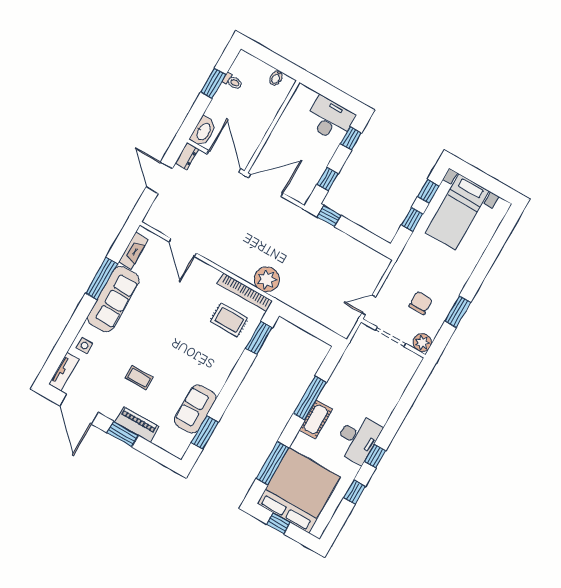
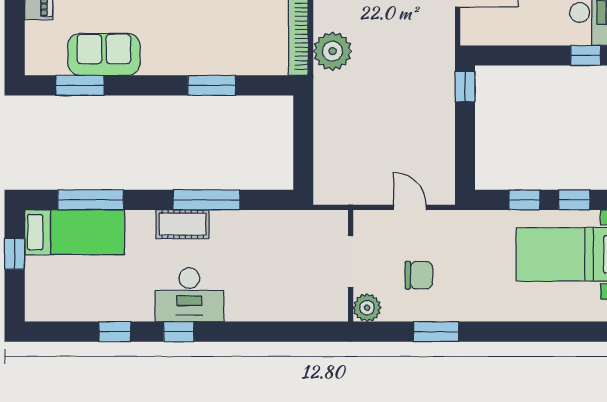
window: (328, 179) -> (513, 56), removed
door: (369, 305) -> (410, 207), moved
rug: (229, 320) -> (249, 32), removed
window: (259, 338) -> (212, 85), moved
bed: (299, 490) -> (75, 232), width x0.49

